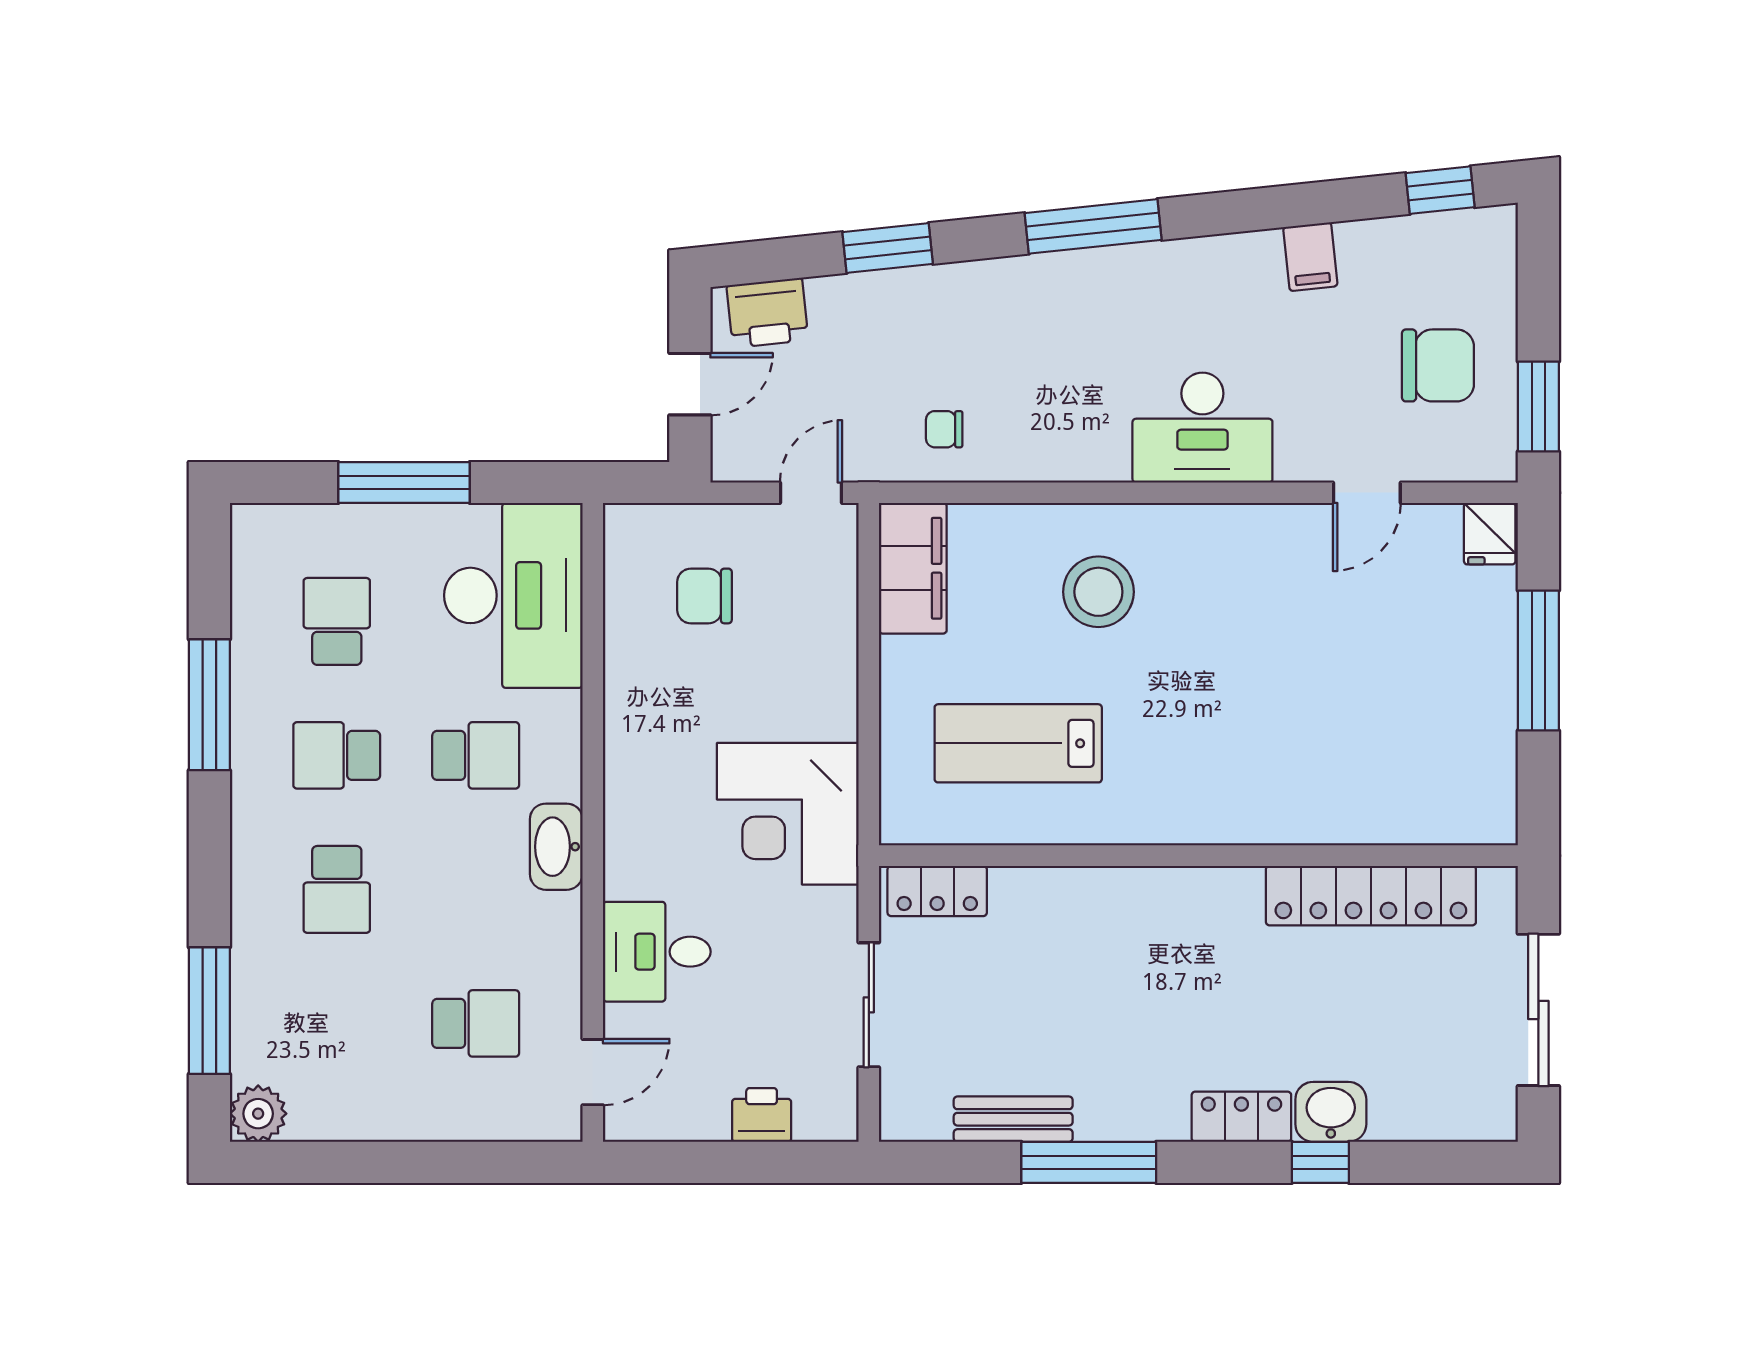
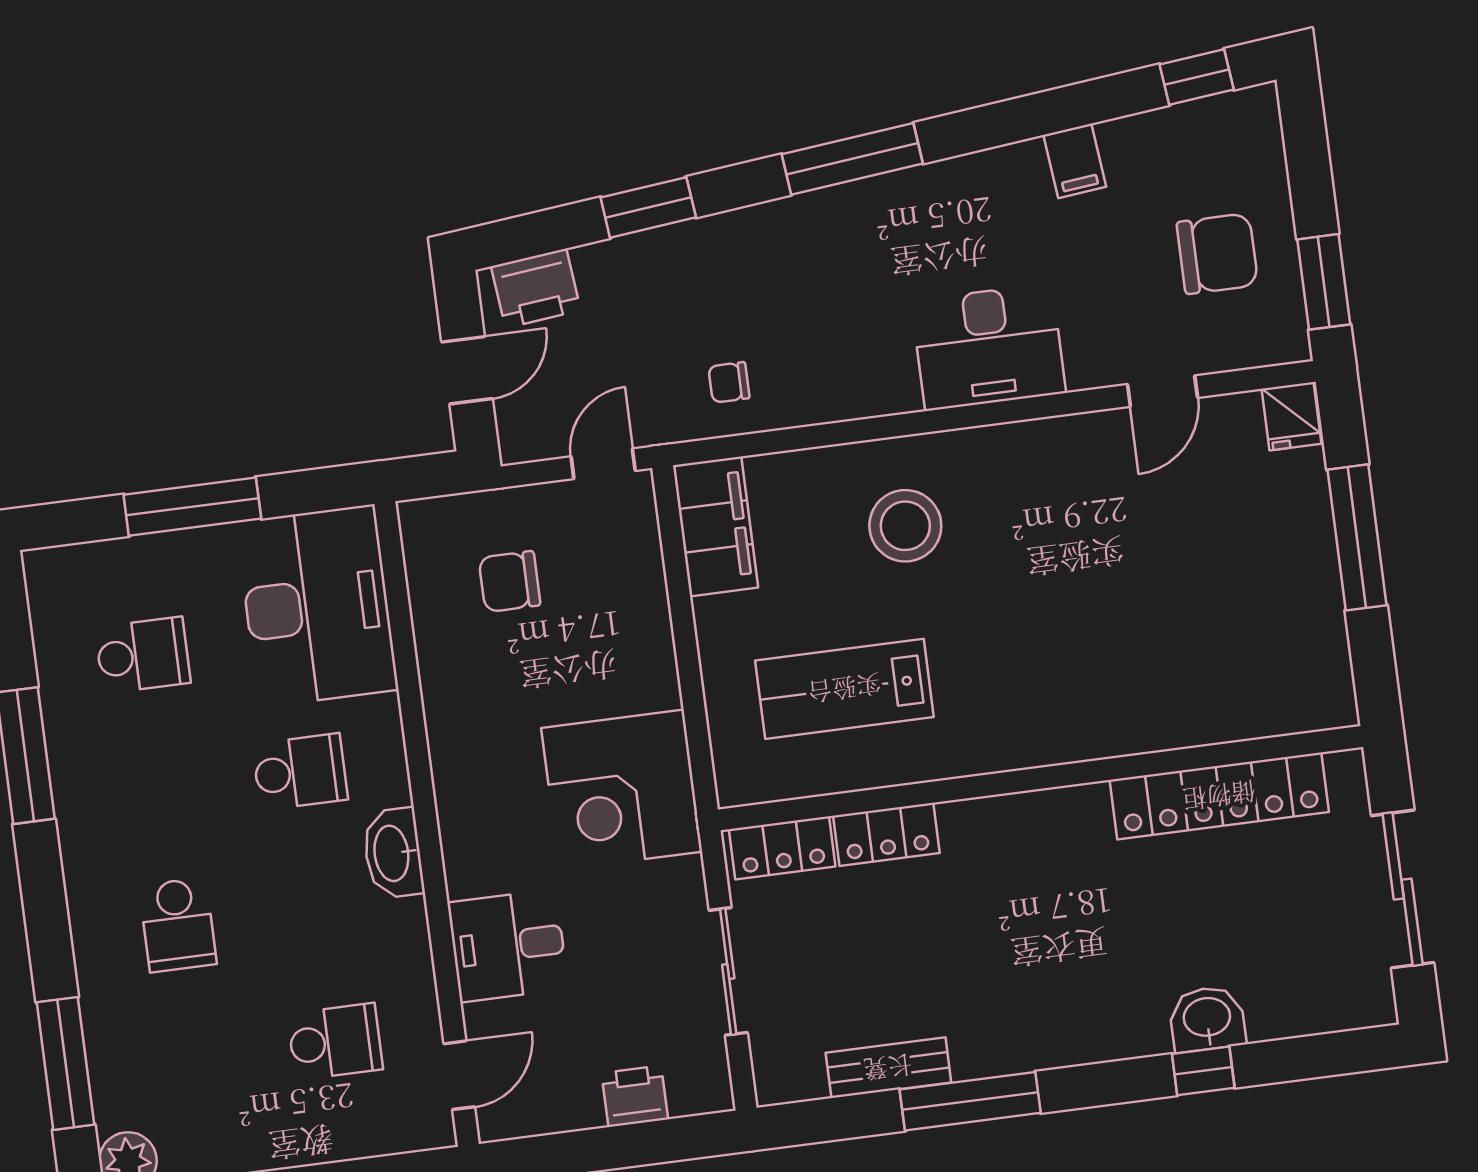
school desk: (337, 621) -> (143, 655), turned 90
school desk: (337, 755) -> (160, 790), removed
locker: (1241, 1117) -> (886, 834), moved, turned 180

